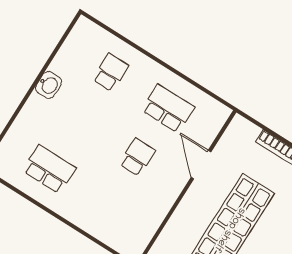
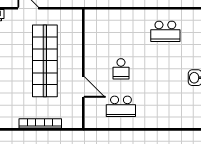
school desk: (110, 72) -> (165, 106), removed

